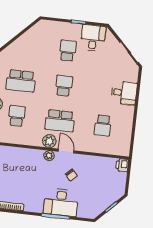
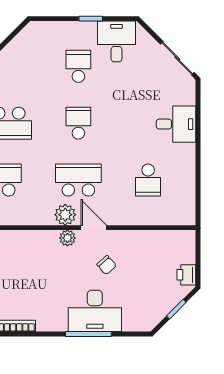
school desk: (60, 121) -> (78, 180), turned 180
printer: (122, 165) -> (186, 275), moved

